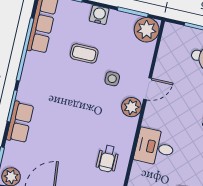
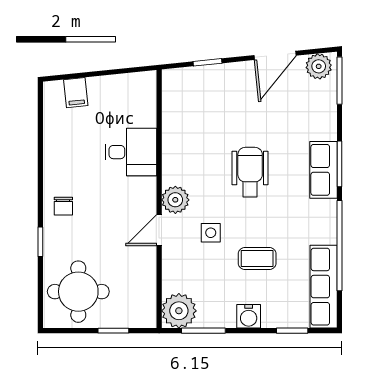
row of seats: (20, 122) -> (323, 170), moved
wheelchair: (108, 159) -> (250, 172), moved, width x1.36, depth x1.37

